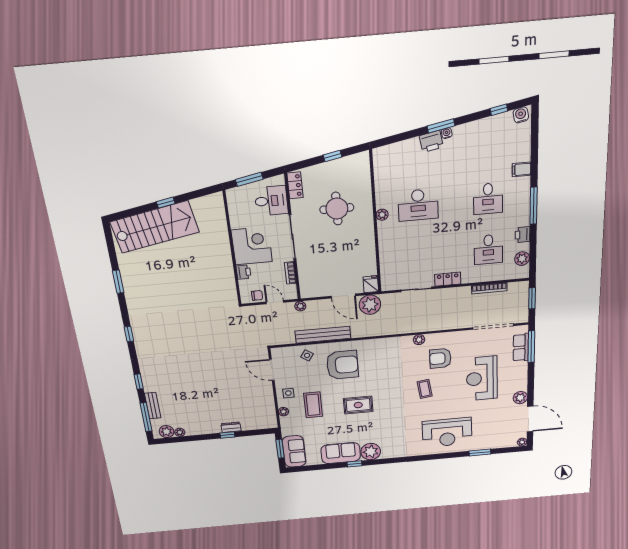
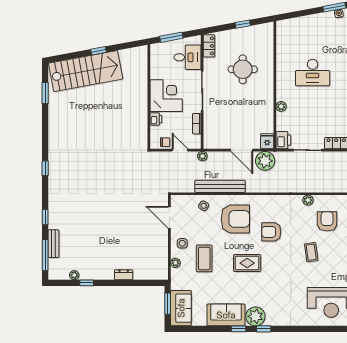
printer: (431, 141) -> (283, 140), moved, turned -80
plant: (382, 215) -> (281, 106), moved
window: (118, 282) -> (45, 93), moved
armchair: (440, 358) -> (327, 221), turned 90
armchair: (382, 374) -> (271, 232), added
plant: (167, 432) -> (62, 273), removed
window: (227, 435) -> (87, 283), moved
window: (380, 462) -> (264, 329), added

